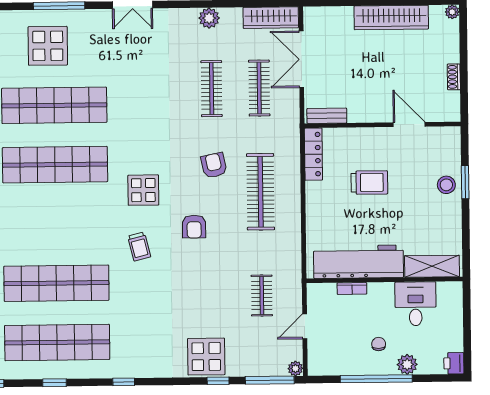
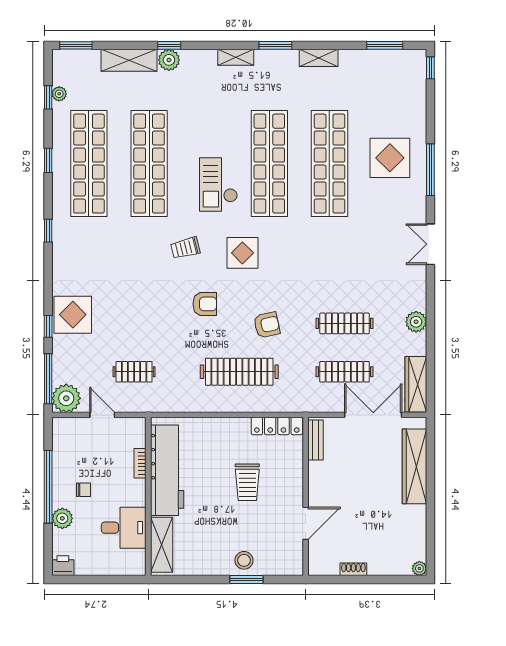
wardrobe: (391, 17) -> (414, 466), moved
checkout: (76, 215) -> (218, 185), added
armchair: (194, 227) -> (205, 304), turned 180
plant: (295, 369) -> (66, 398), width x1.88, depth x1.88

